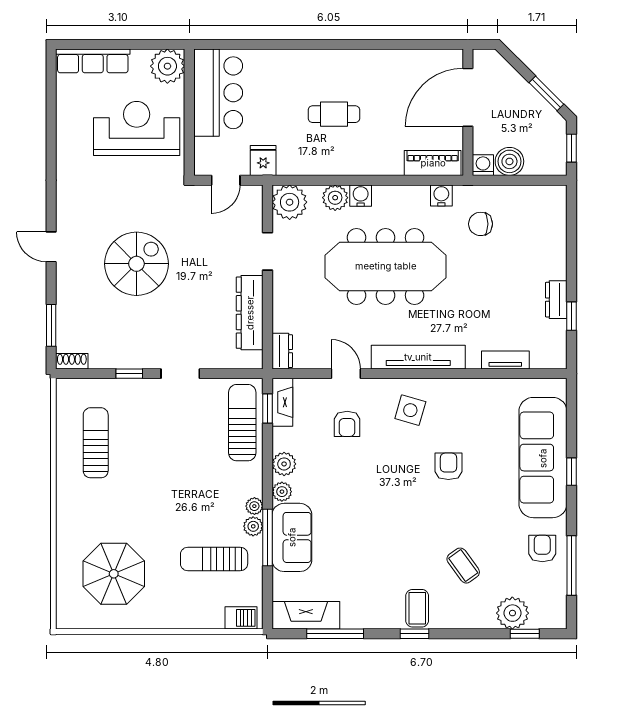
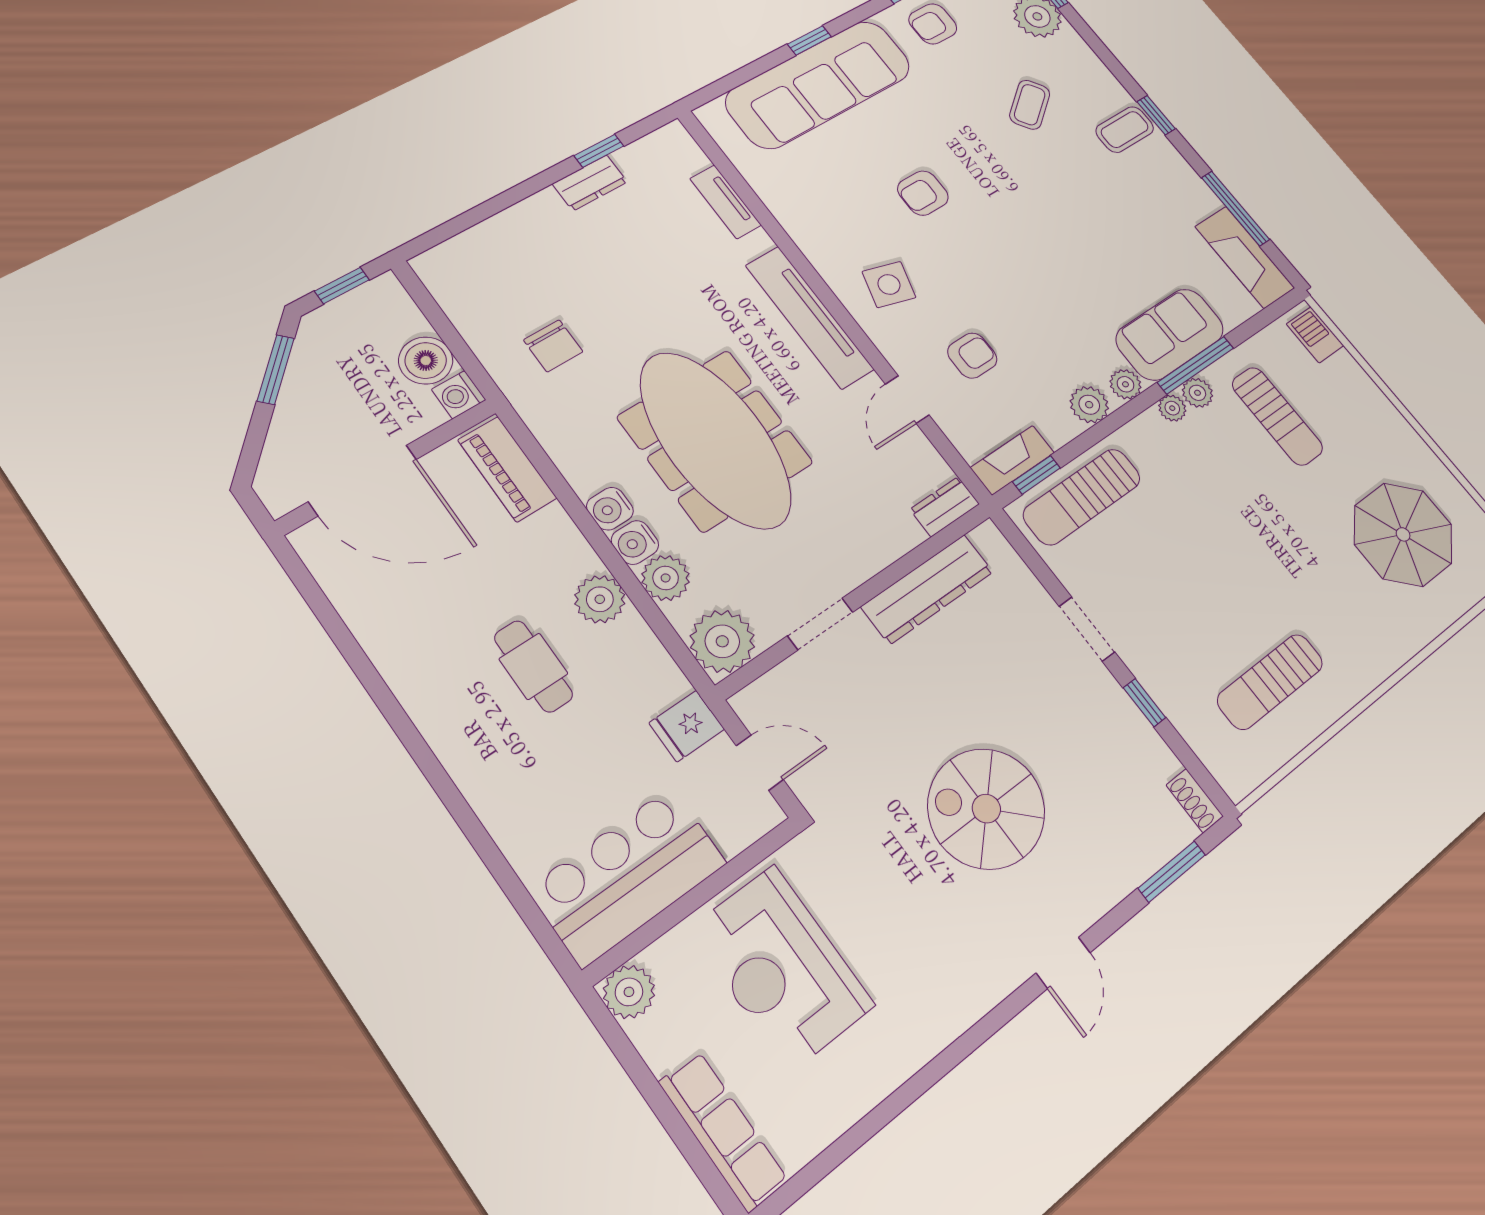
plant: (167, 66) -> (629, 992), width x0.73, depth x0.73
plant: (345, 162) -> (600, 599), added
water cooler: (441, 195) -> (610, 509), moved

